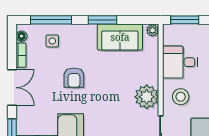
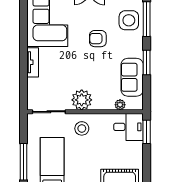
plant: (152, 30) -> (120, 105), moved
side table: (52, 41) -> (129, 20), width x1.87, depth x1.87
desk: (180, 62) -> (128, 127), moved, turned 90

